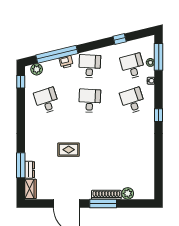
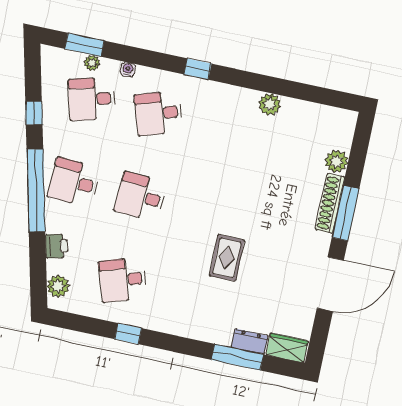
window: (57, 54) -> (36, 190), moved
window: (159, 57) -> (84, 45), width x0.69
printer: (66, 62) -> (56, 246), moved
window: (21, 82) -> (128, 334), moved
plant: (149, 154) -> (270, 104), added

